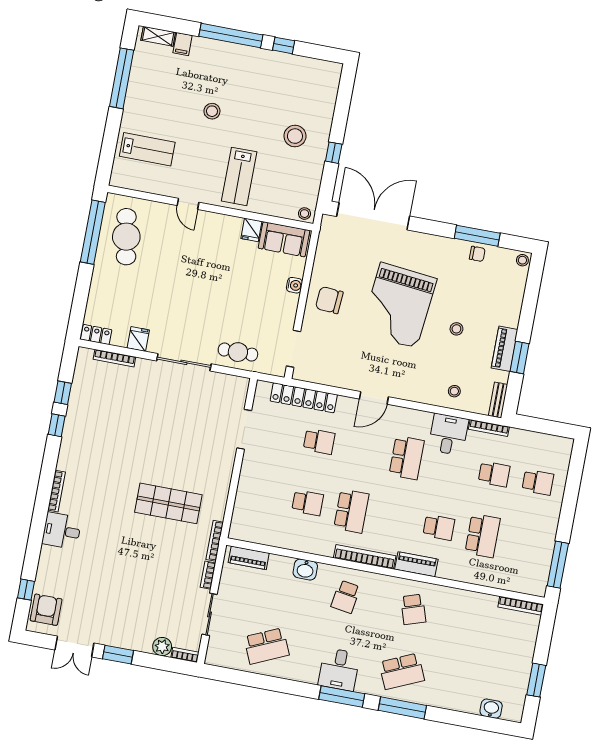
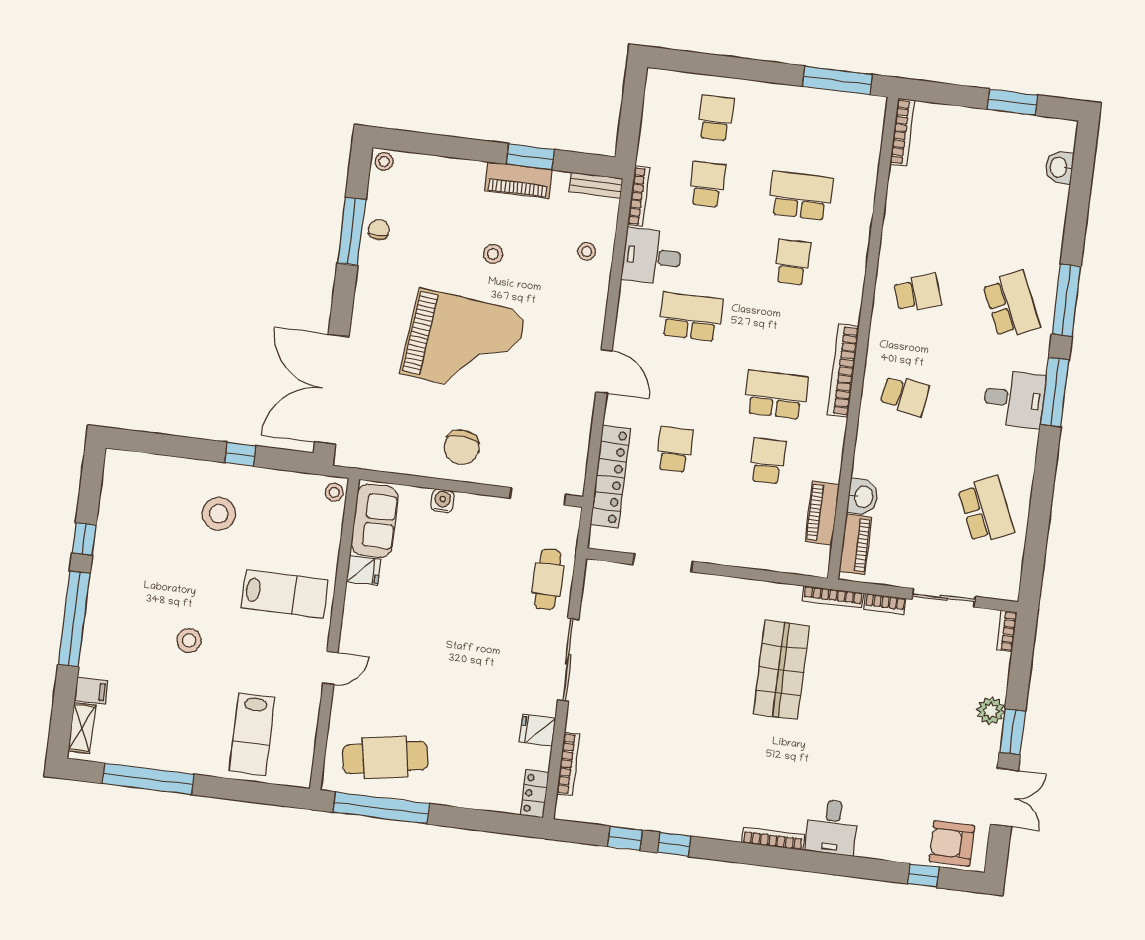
lab bench: (147, 149) -> (252, 734), turned 180
piano: (416, 564) -> (822, 513), moved
washbasin: (305, 569) -> (863, 497), moved
plant: (162, 647) -> (991, 711), moved

